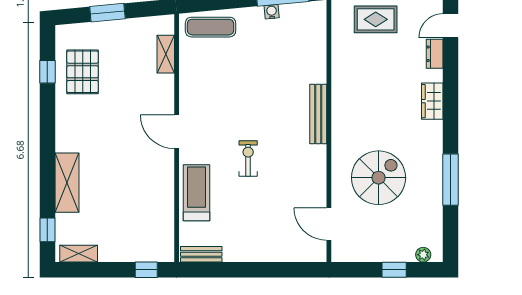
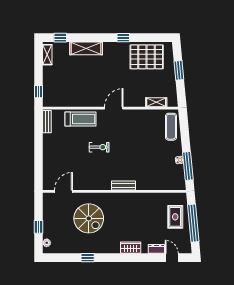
window: (47, 72) -> (123, 38), moved
pallet: (83, 72) -> (147, 57), width x1.37, depth x1.41
bench: (318, 114) -> (123, 185), width x0.73
window: (450, 180) -> (88, 258), width x0.46

